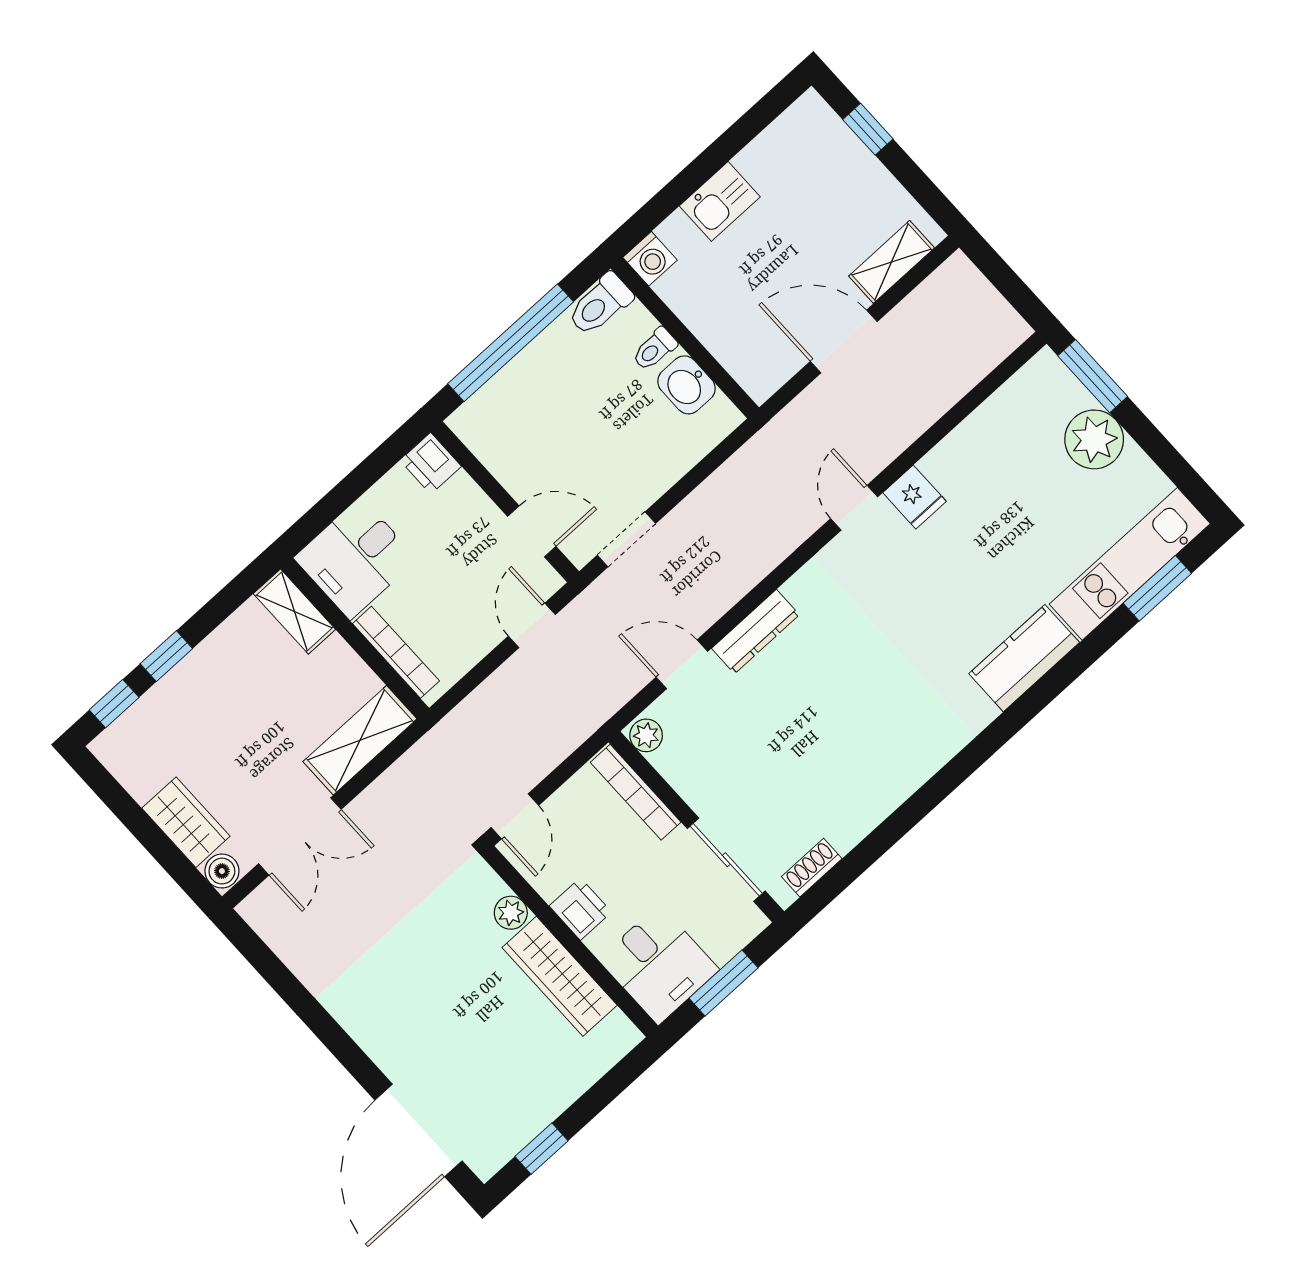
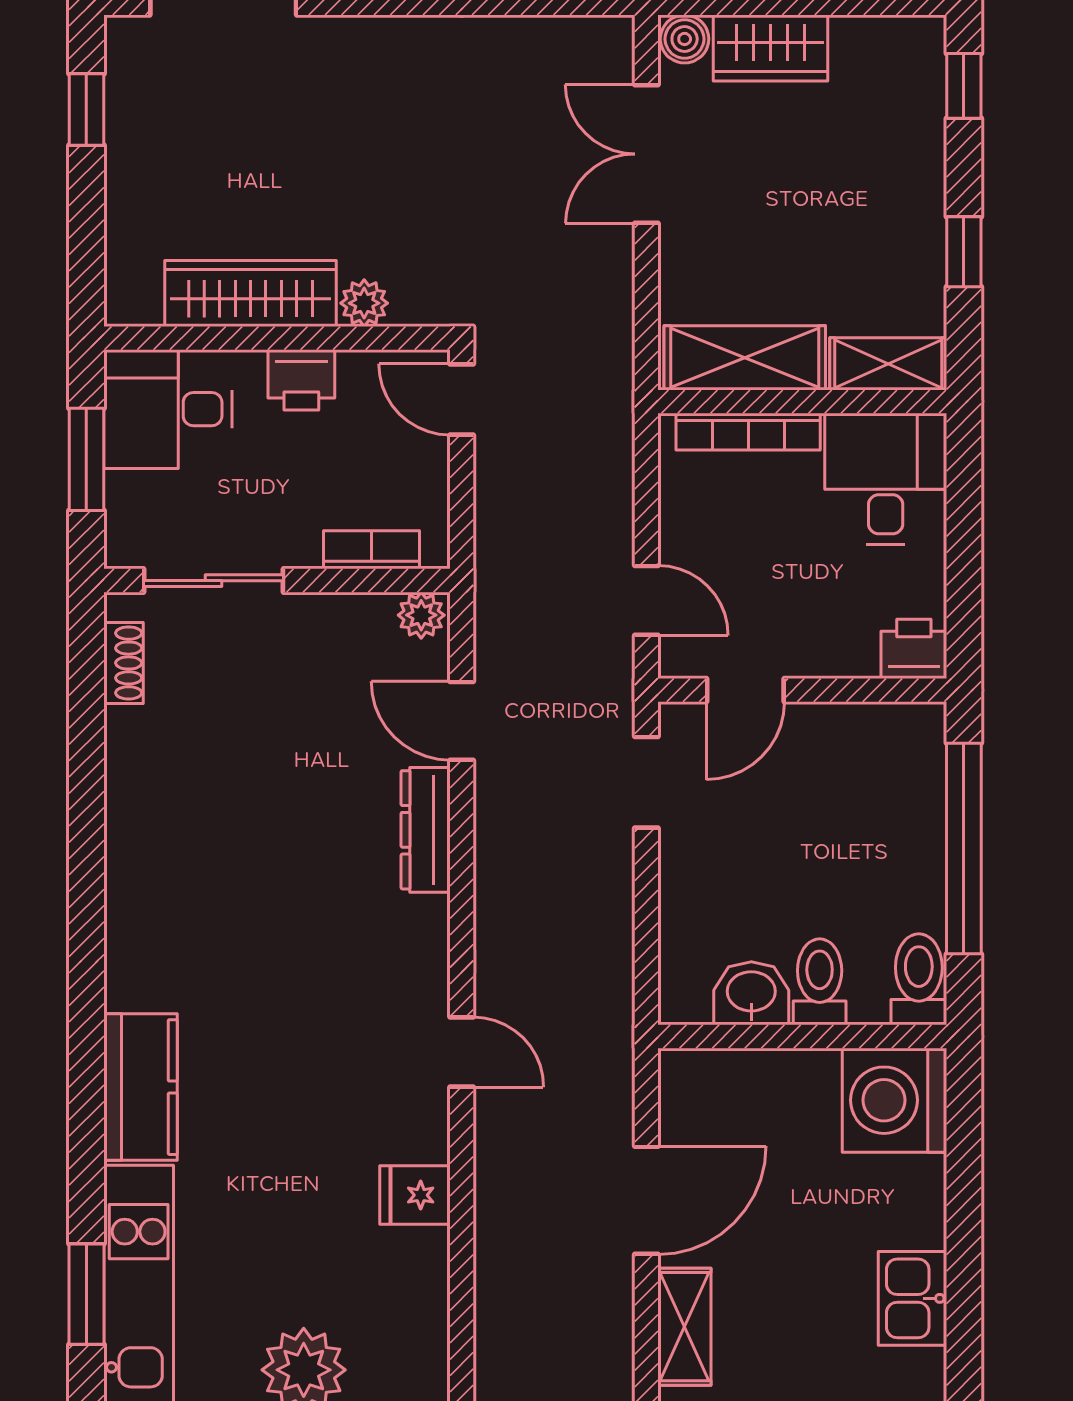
kitchen sink: (720, 201) -> (912, 1298), moved
washing machine: (650, 259) -> (894, 1100), width x1.89, depth x1.89
toilet: (655, 349) -> (820, 982), width x1.37, depth x1.39
fridge: (914, 497) -> (415, 1195), moved
window: (166, 656) -> (964, 252), moved
door: (682, 664) -> (462, 721), swing flipped
shelving: (360, 740) -> (745, 358), moved, turned 90
bookcase: (636, 792) -> (371, 550), width x0.64

